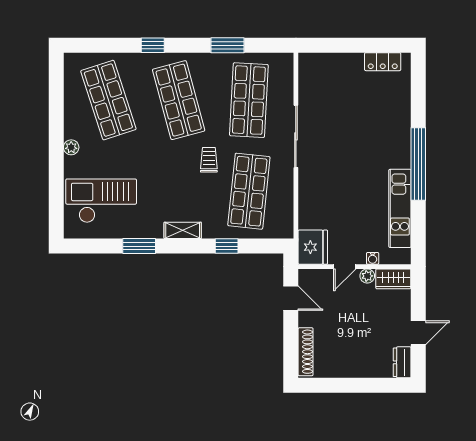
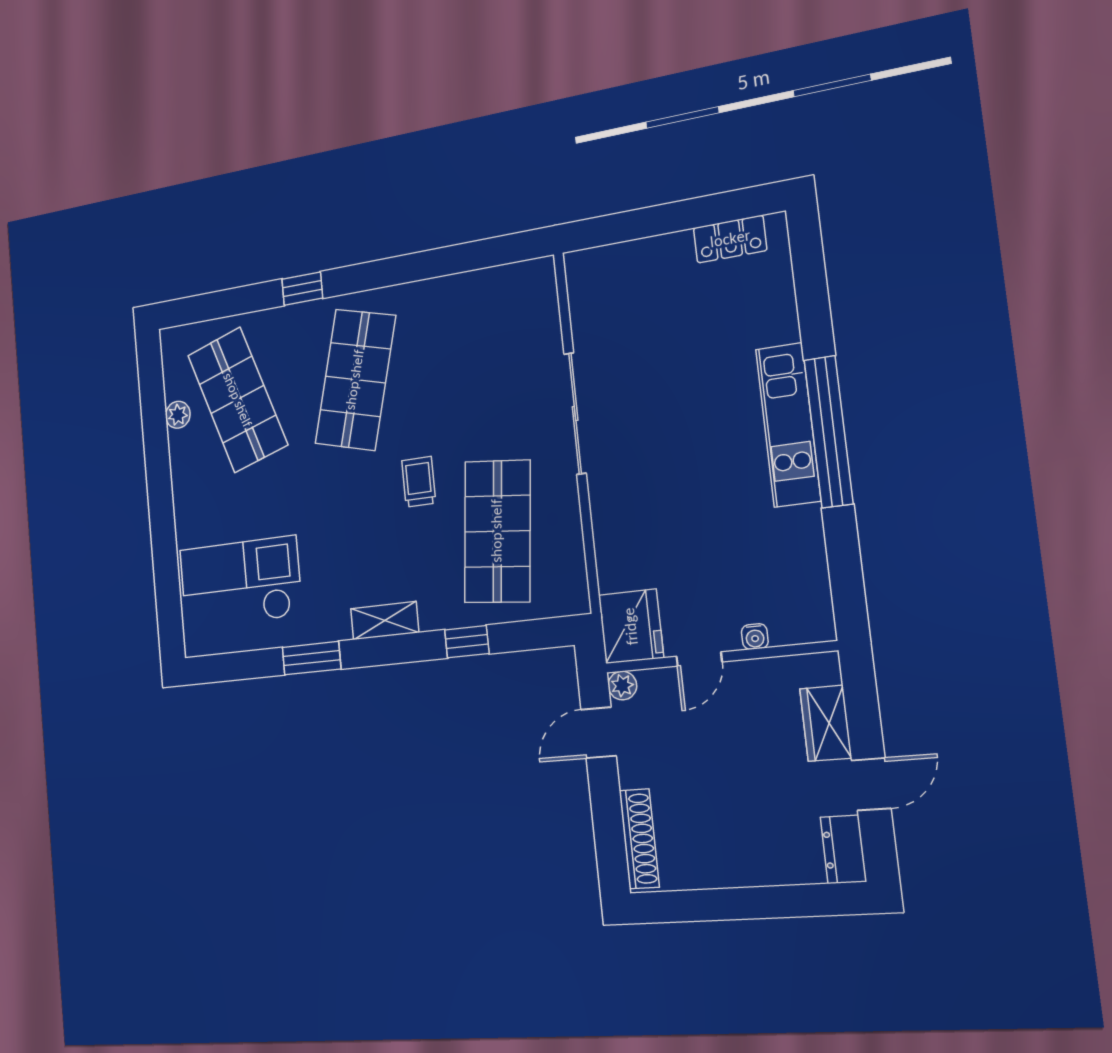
window: (227, 45) -> (432, 264), removed
shop shelf: (179, 100) -> (355, 380), turned 30
shop shelf: (249, 100) -> (480, 359), removed
plant: (71, 147) -> (178, 415), moved
kitchen unit: (400, 208) -> (788, 425), moved
plant: (367, 276) -> (622, 685), moved
wardrobe: (393, 279) -> (826, 723), moved, turned 90
door: (291, 298) -> (599, 733), swing flipped

